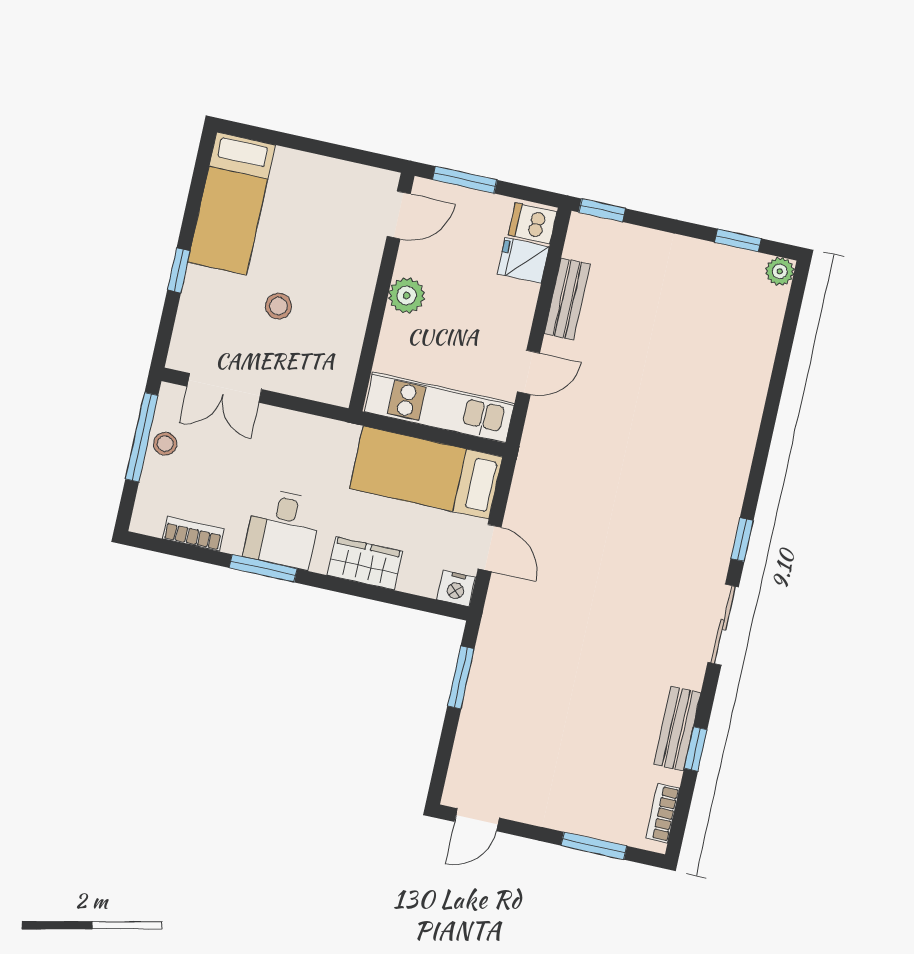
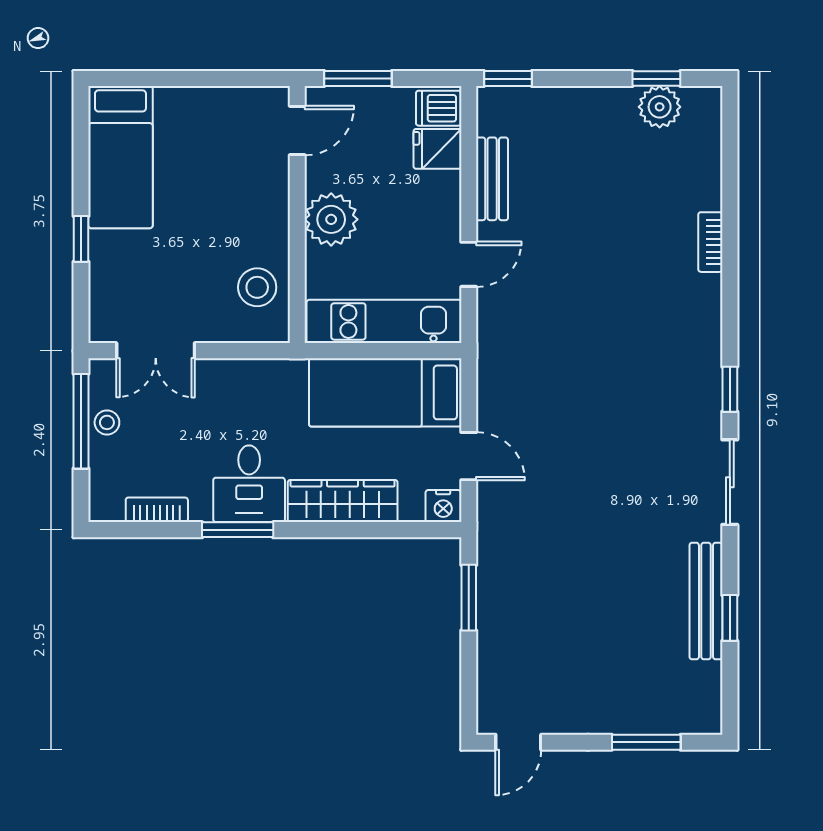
plant: (780, 271) -> (660, 107), moved, width x1.38, depth x1.38
plant: (407, 295) -> (331, 219), width x1.36, depth x1.36
stool: (279, 306) -> (257, 287), moved, width x1.37, depth x1.37
wardrobe: (365, 563) -> (343, 501), width x1.50
bench: (677, 729) -> (706, 601), width x1.36
bookcase: (663, 813) -> (710, 242), moved

